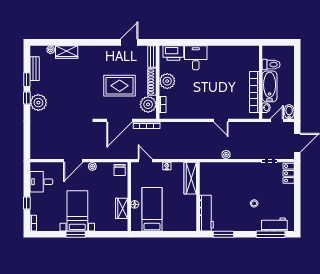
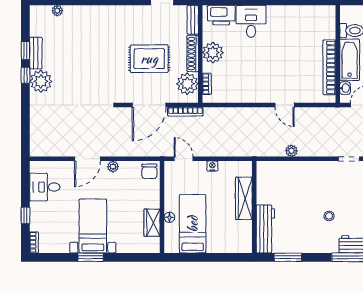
wardrobe: (67, 52) -> (79, 14), removed
bench: (35, 69) -> (36, 53), moved
wardrobe: (190, 178) -> (244, 198), moved

